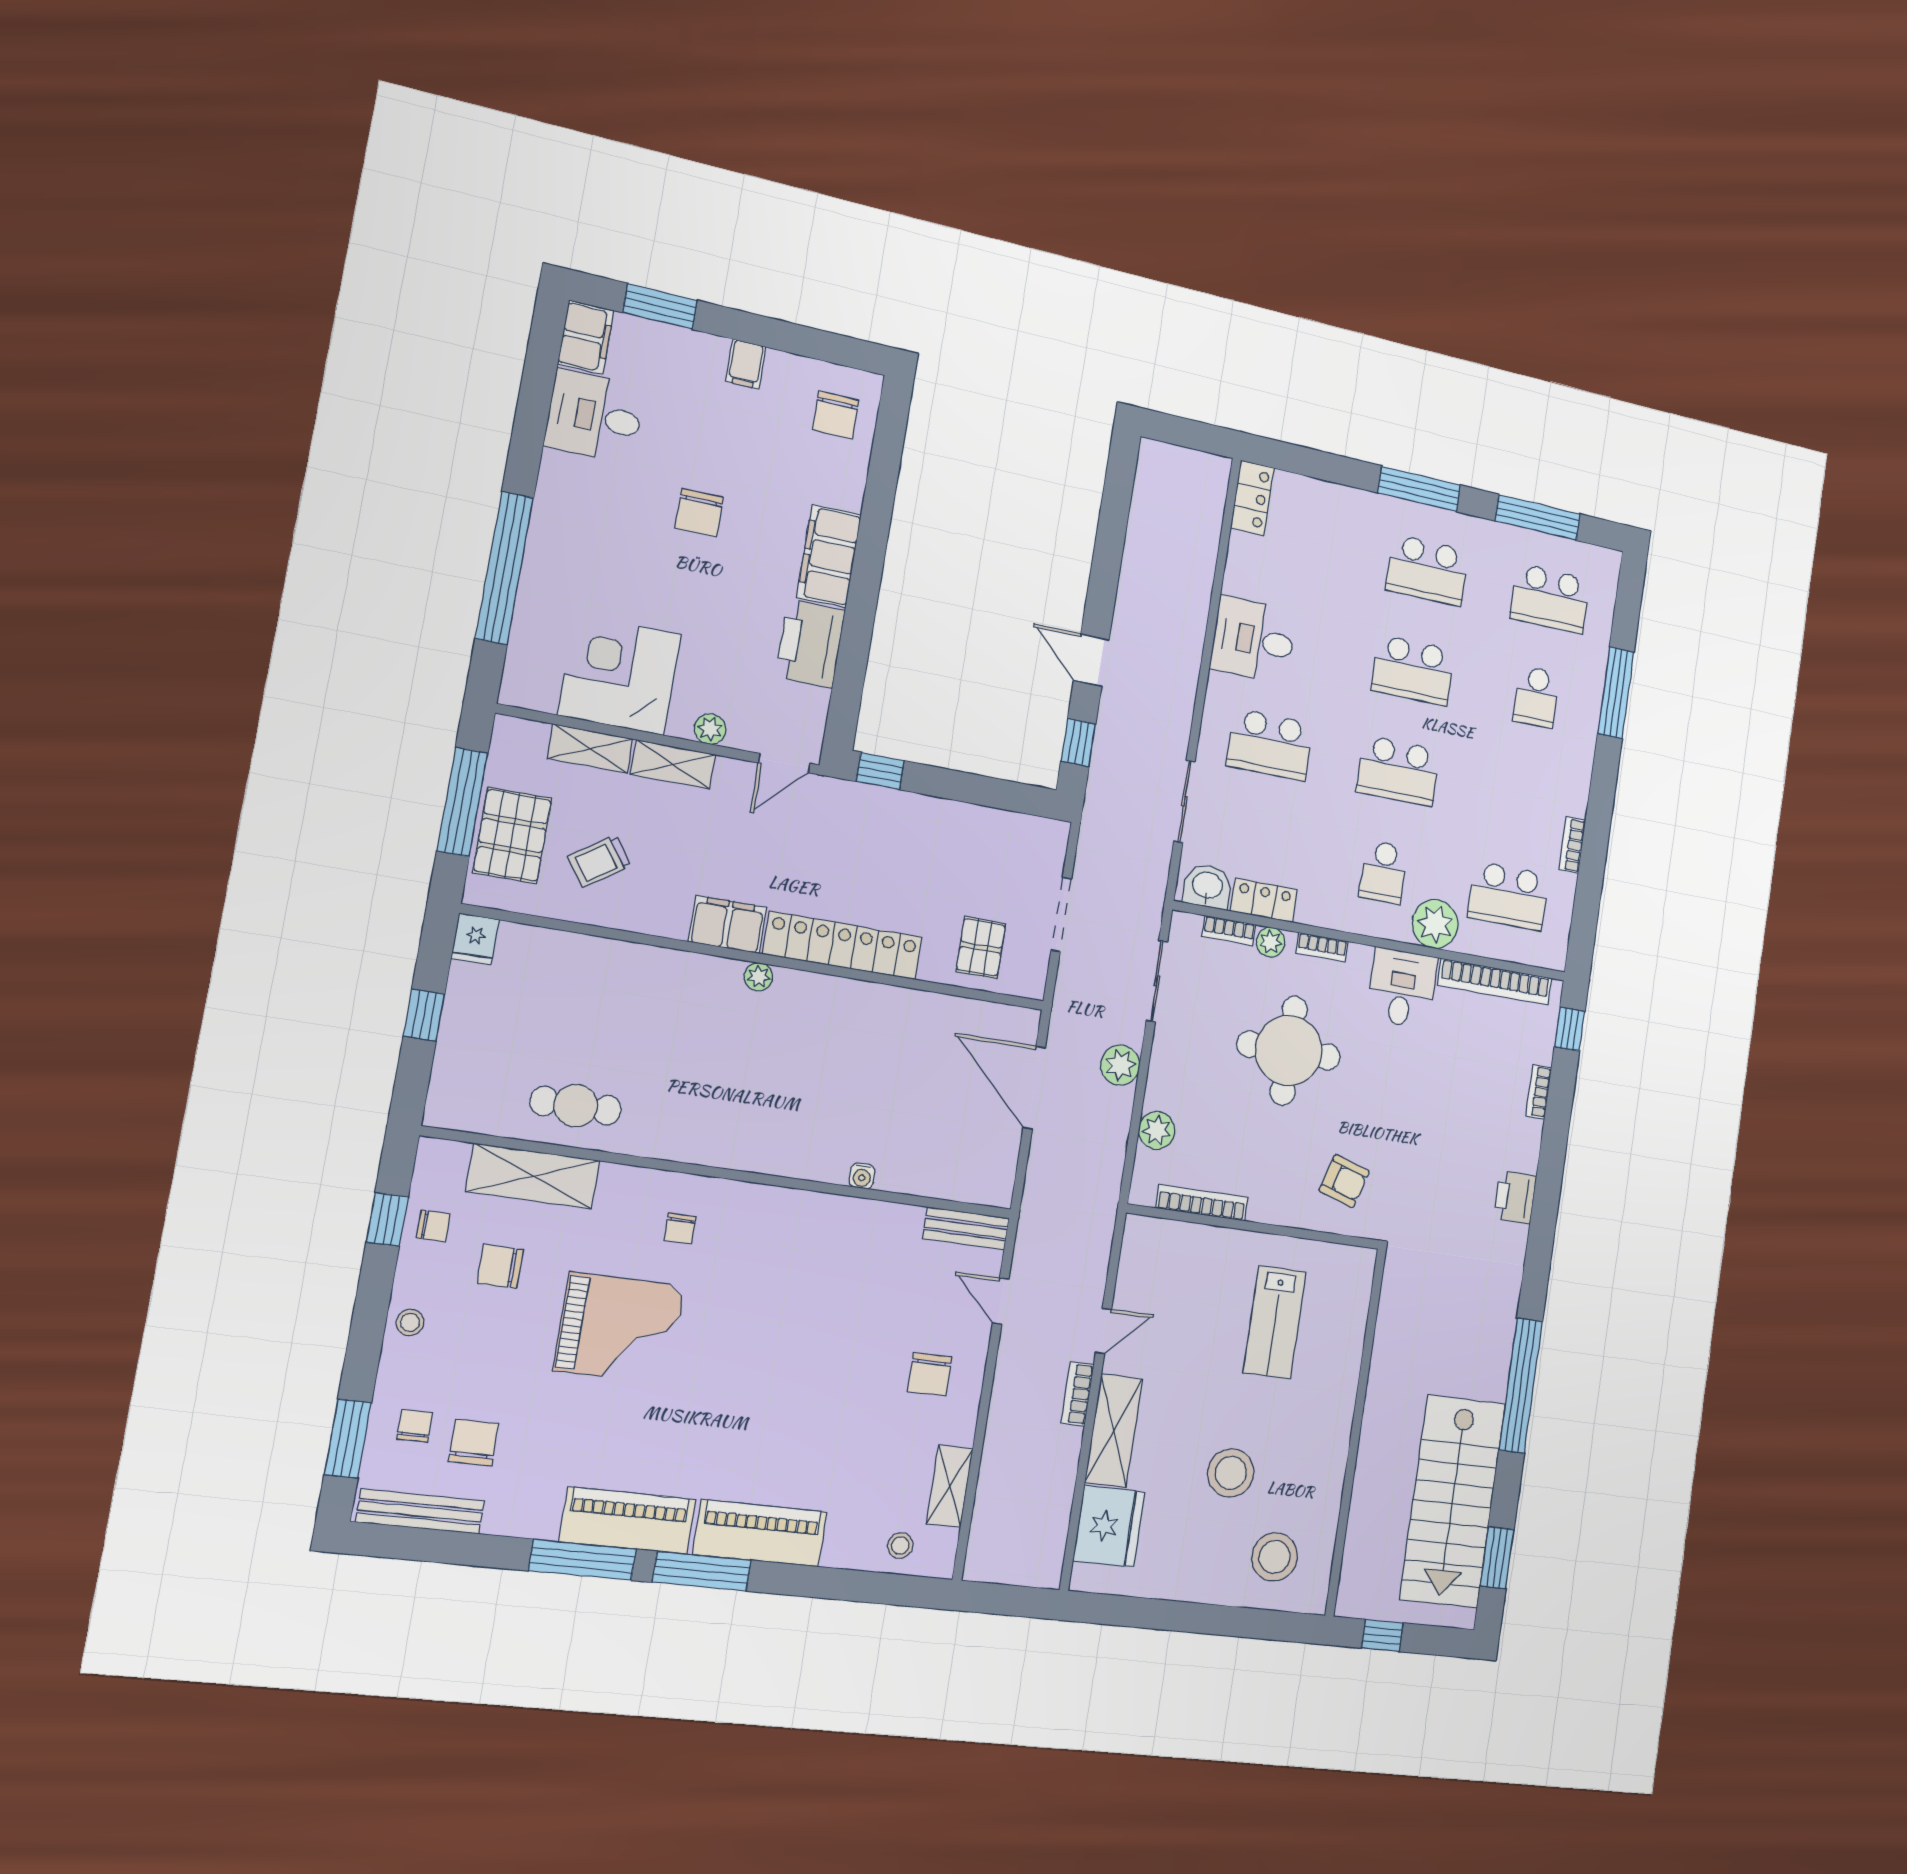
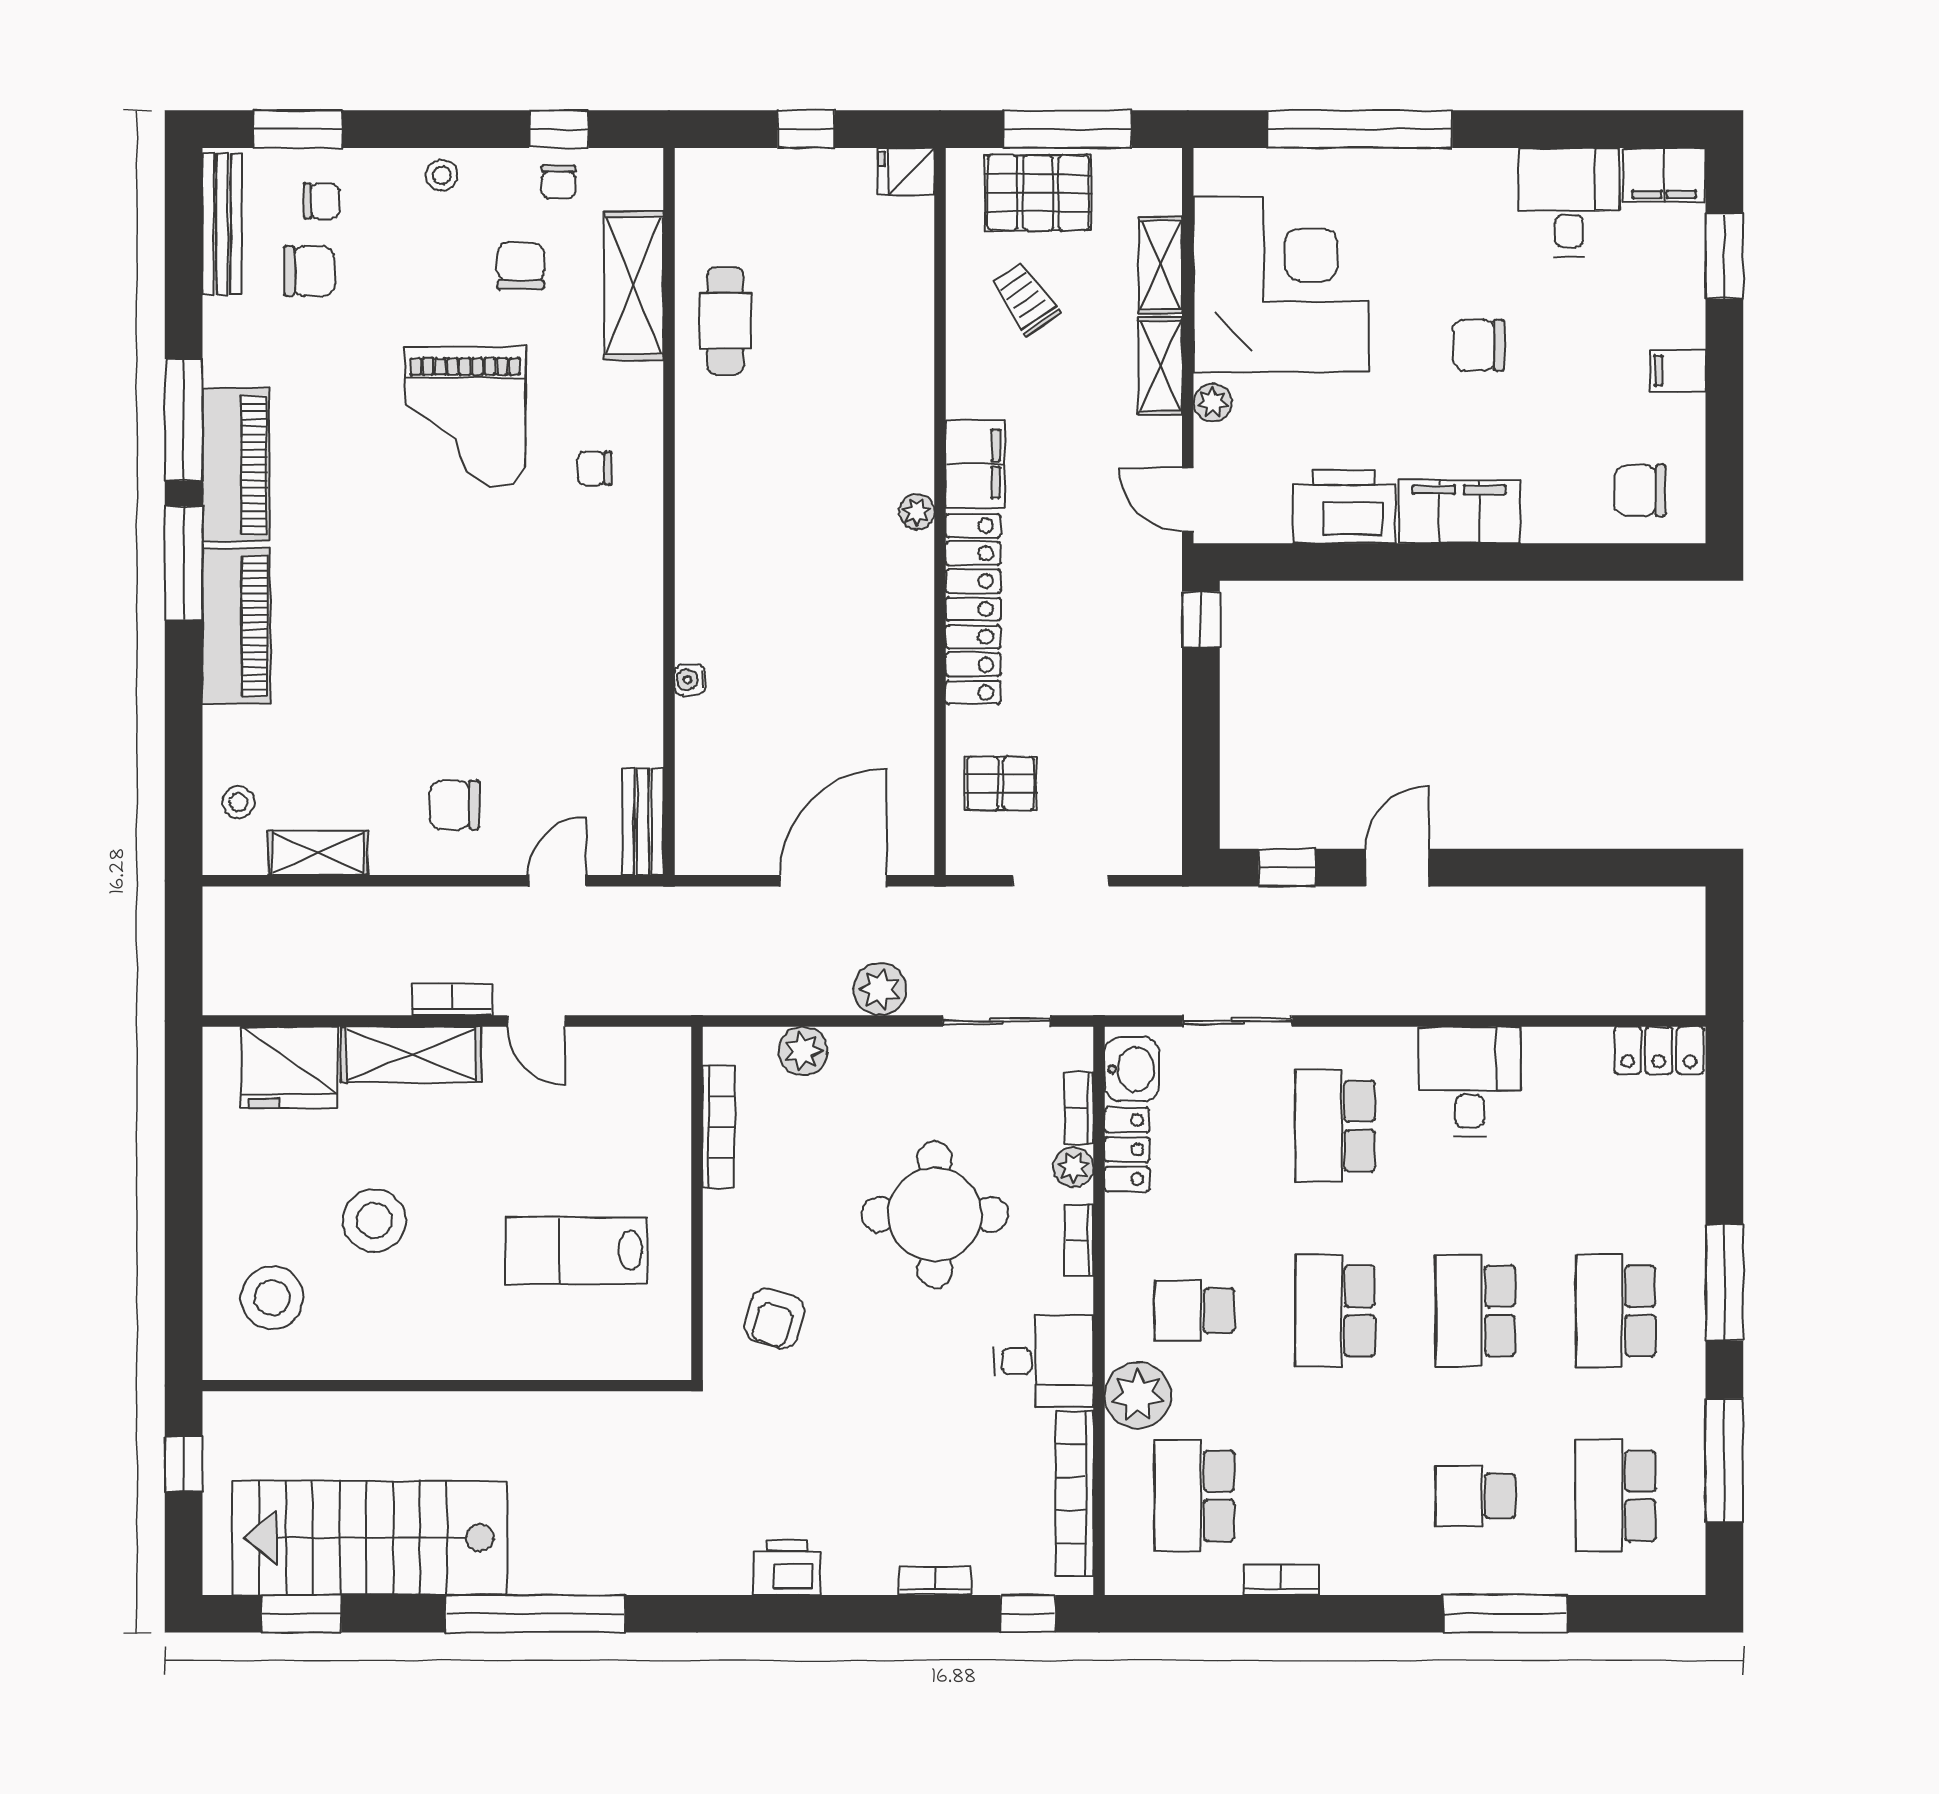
corner desk: (620, 675) -> (1281, 284), width x1.36, depth x1.36

